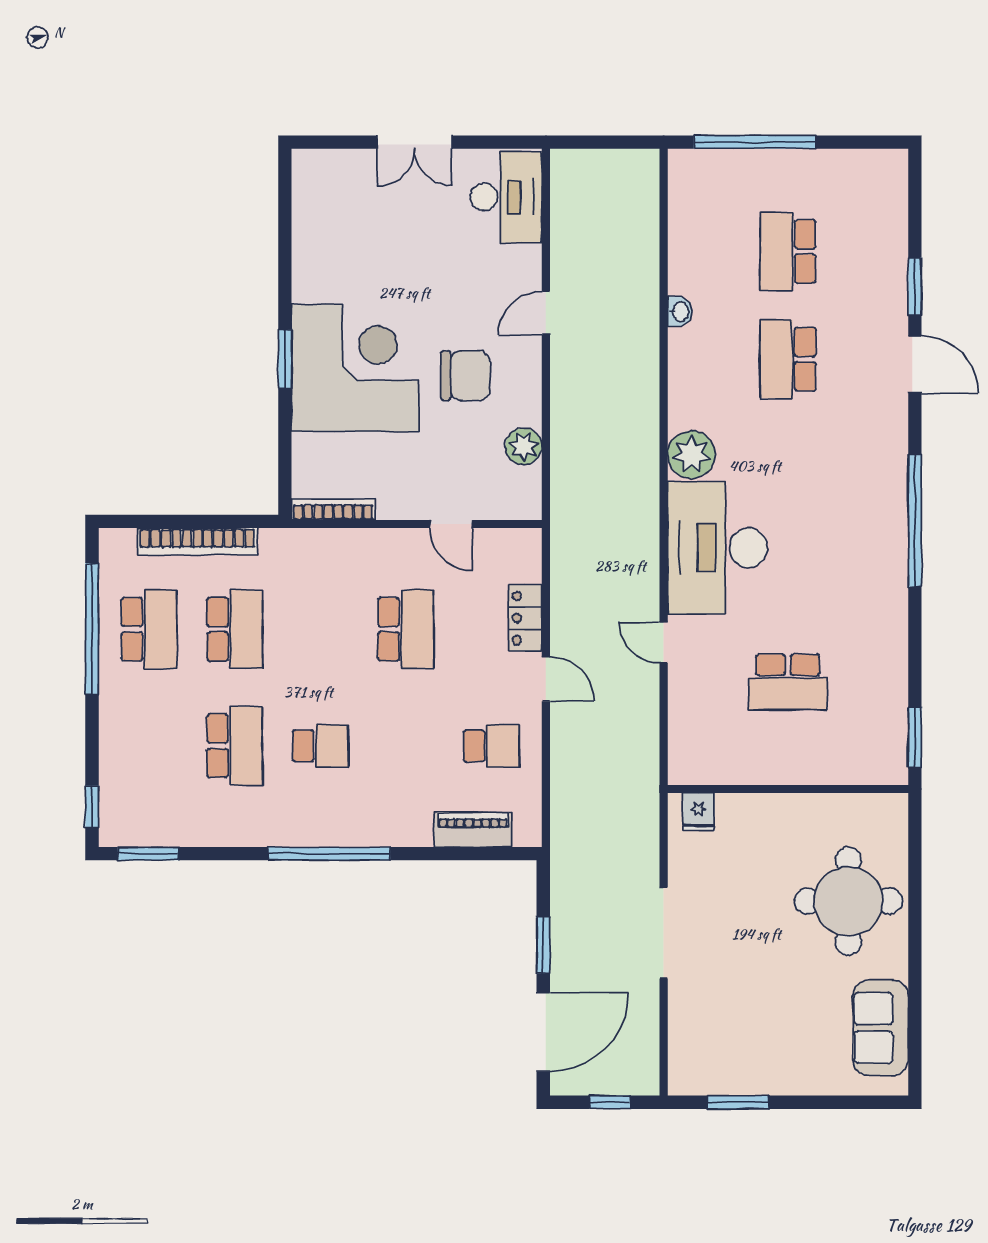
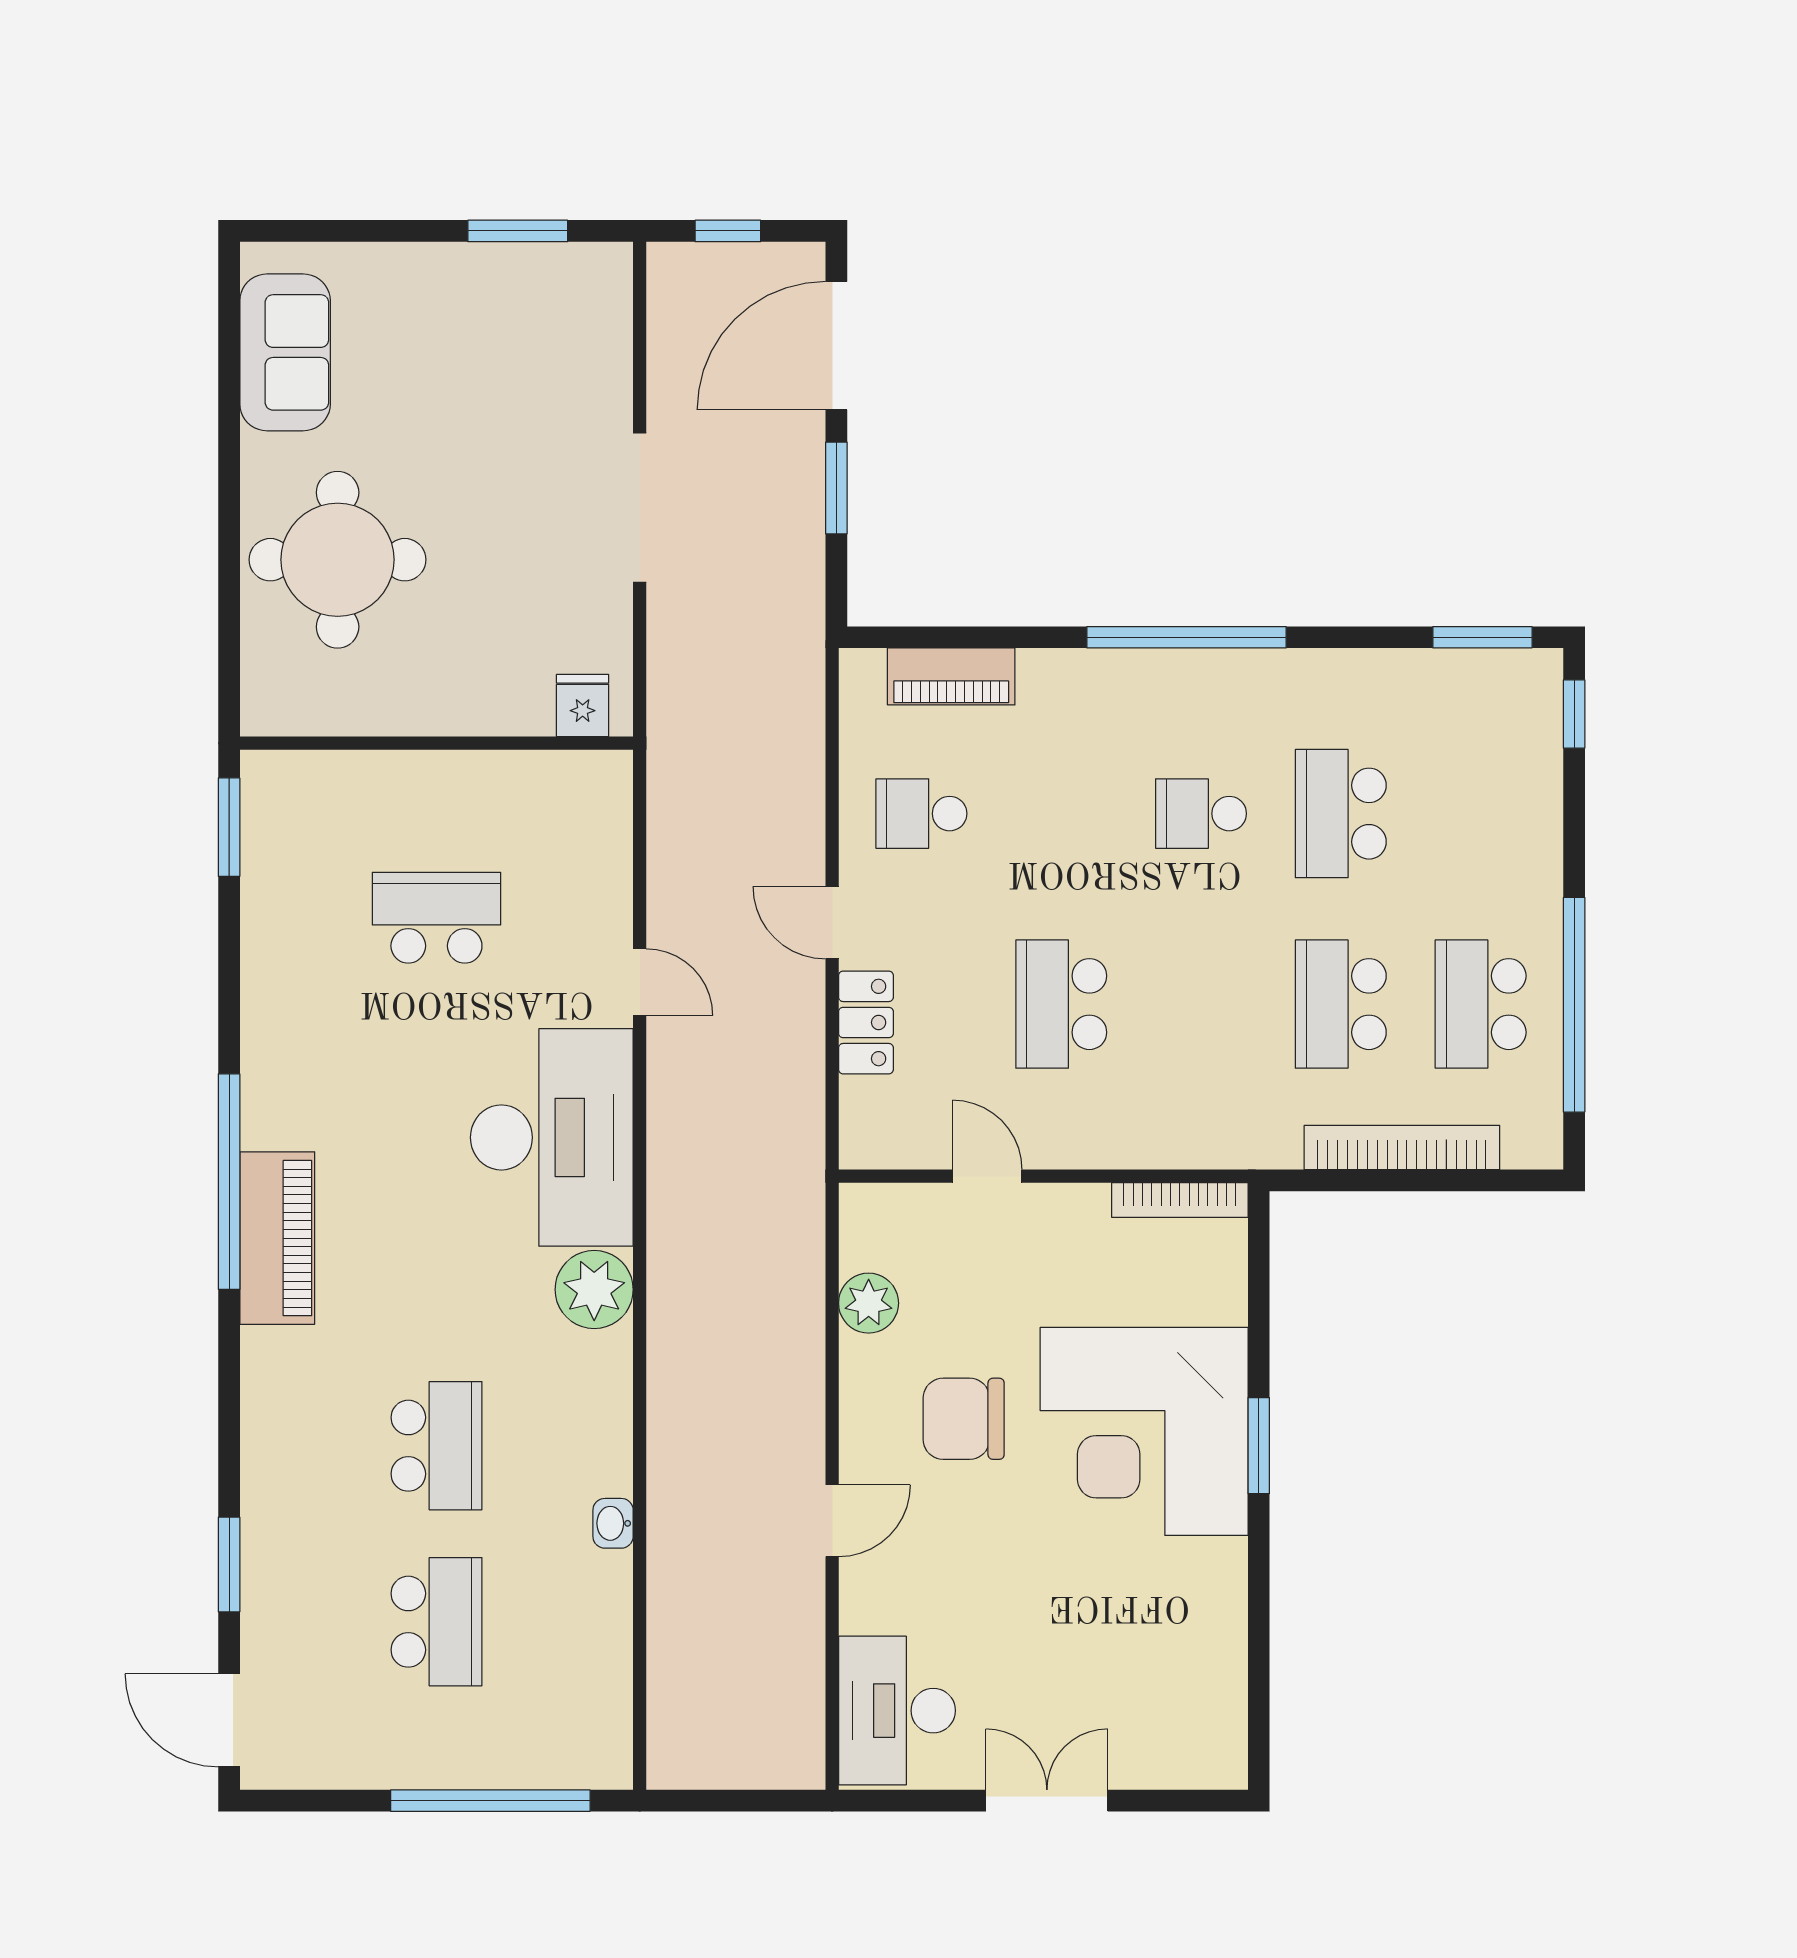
door: (915, 365) -> (229, 1720), moved
piano: (885, 486) -> (277, 1238), added

